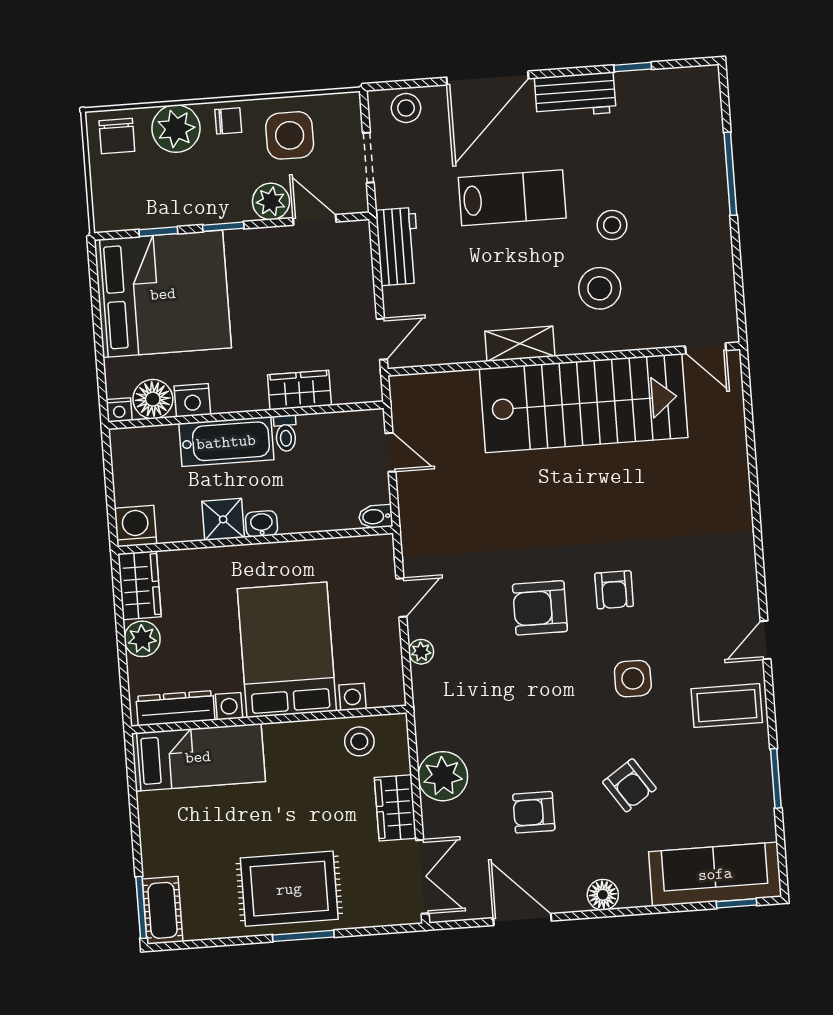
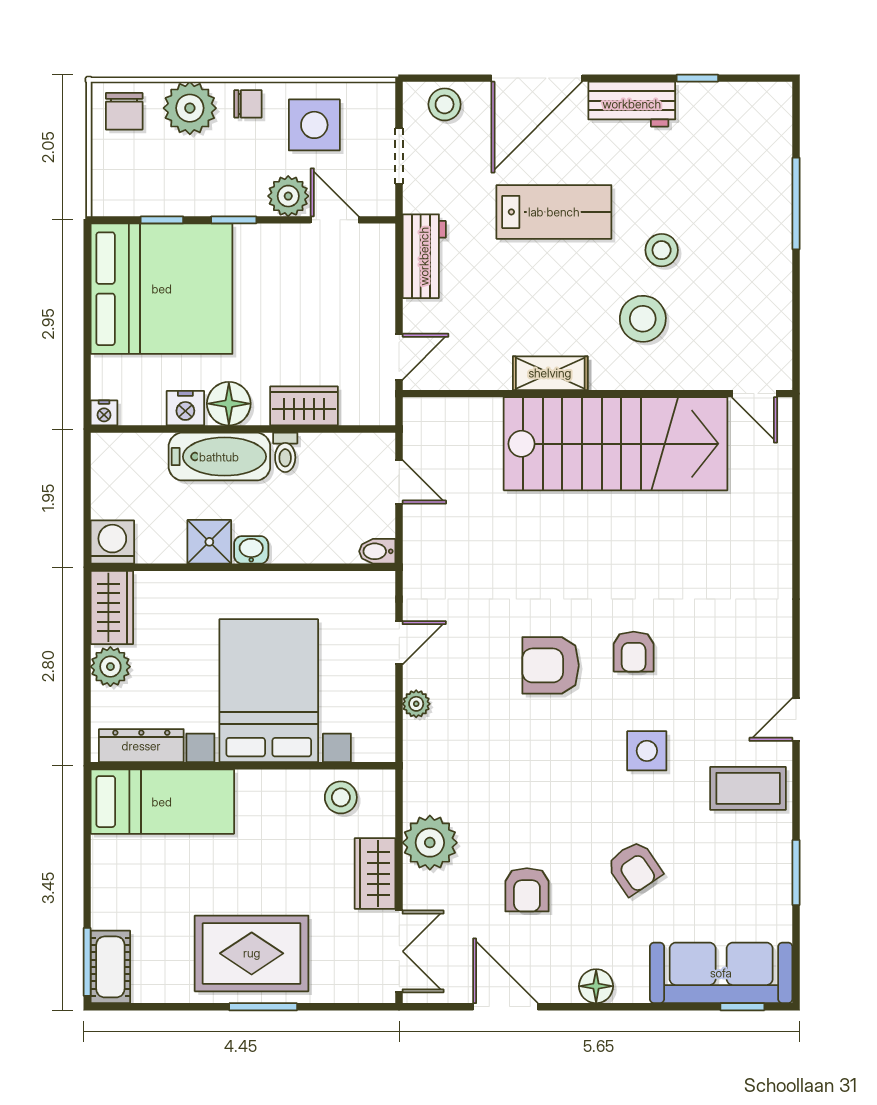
floor lamp: (153, 399) -> (229, 404), moved
armchair: (534, 812) -> (527, 890), turned -90

